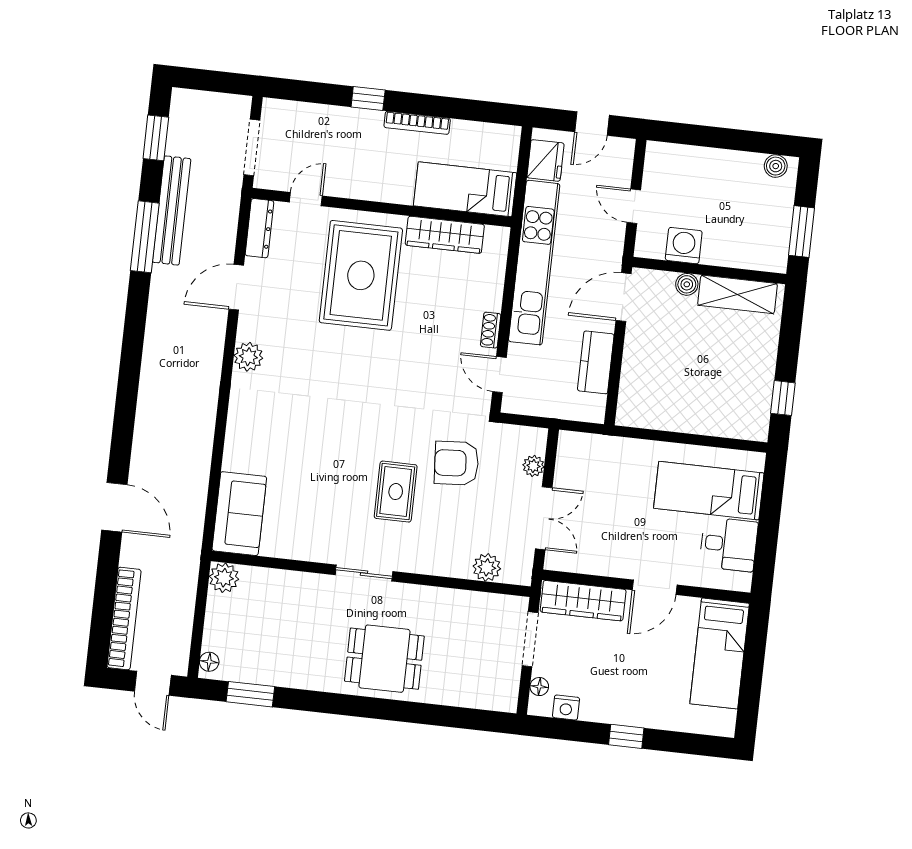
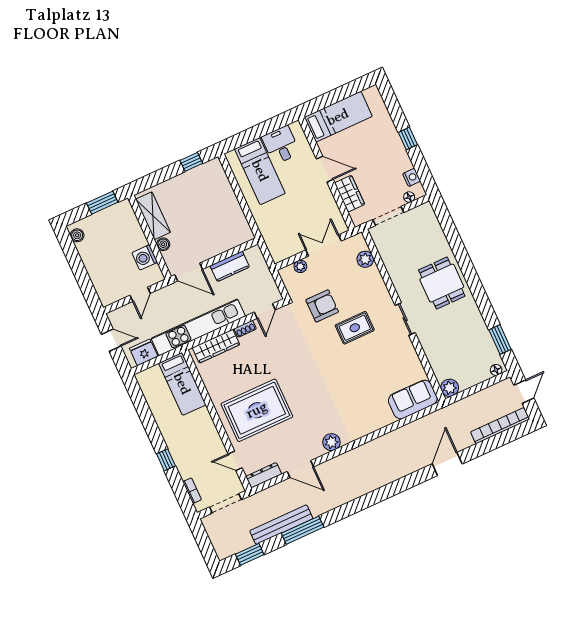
bookcase: (417, 123) -> (192, 491), moved, width x0.64
wardrobe: (445, 235) -> (216, 346), moved, turned 90
armchair: (456, 463) -> (322, 306), turned -86
wardrobe: (583, 601) -> (350, 194), width x0.67

